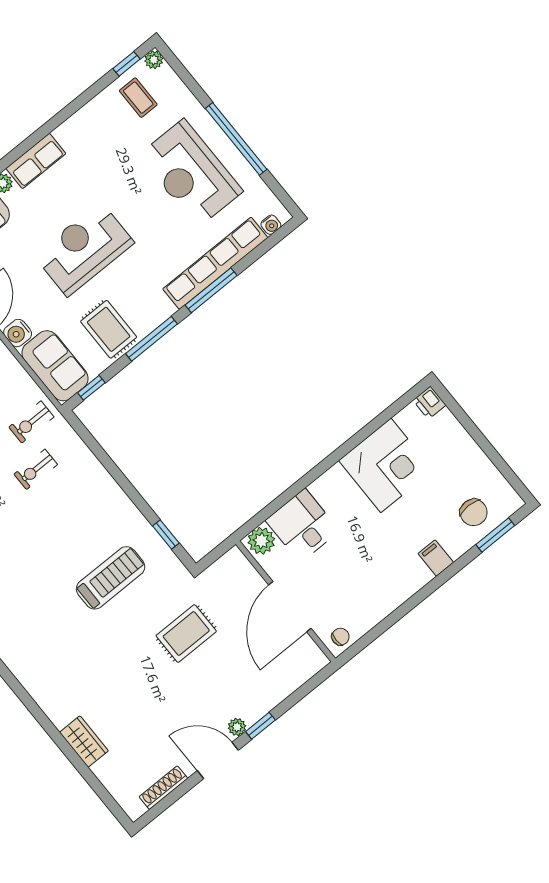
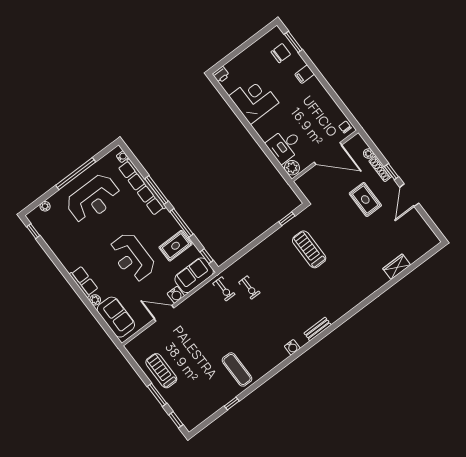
plant: (154, 60) -> (45, 206), moved
coffee table: (138, 98) -> (52, 225), removed
rug: (186, 634) -> (365, 199), moved
plant: (237, 727) -> (368, 154), moved
shoe rack: (163, 788) -> (380, 169), moved

